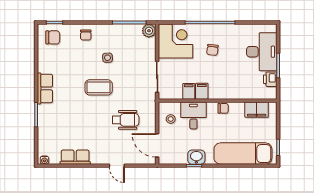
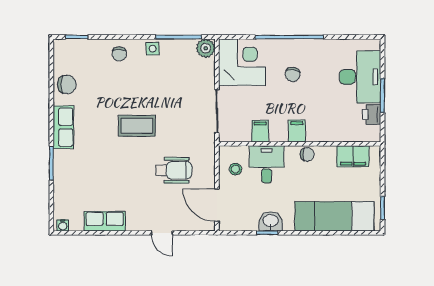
chair: (53, 37) -> (67, 84), moved
side table: (107, 58) -> (153, 49), moved
filing cabinet: (202, 91) -> (297, 131), moved

